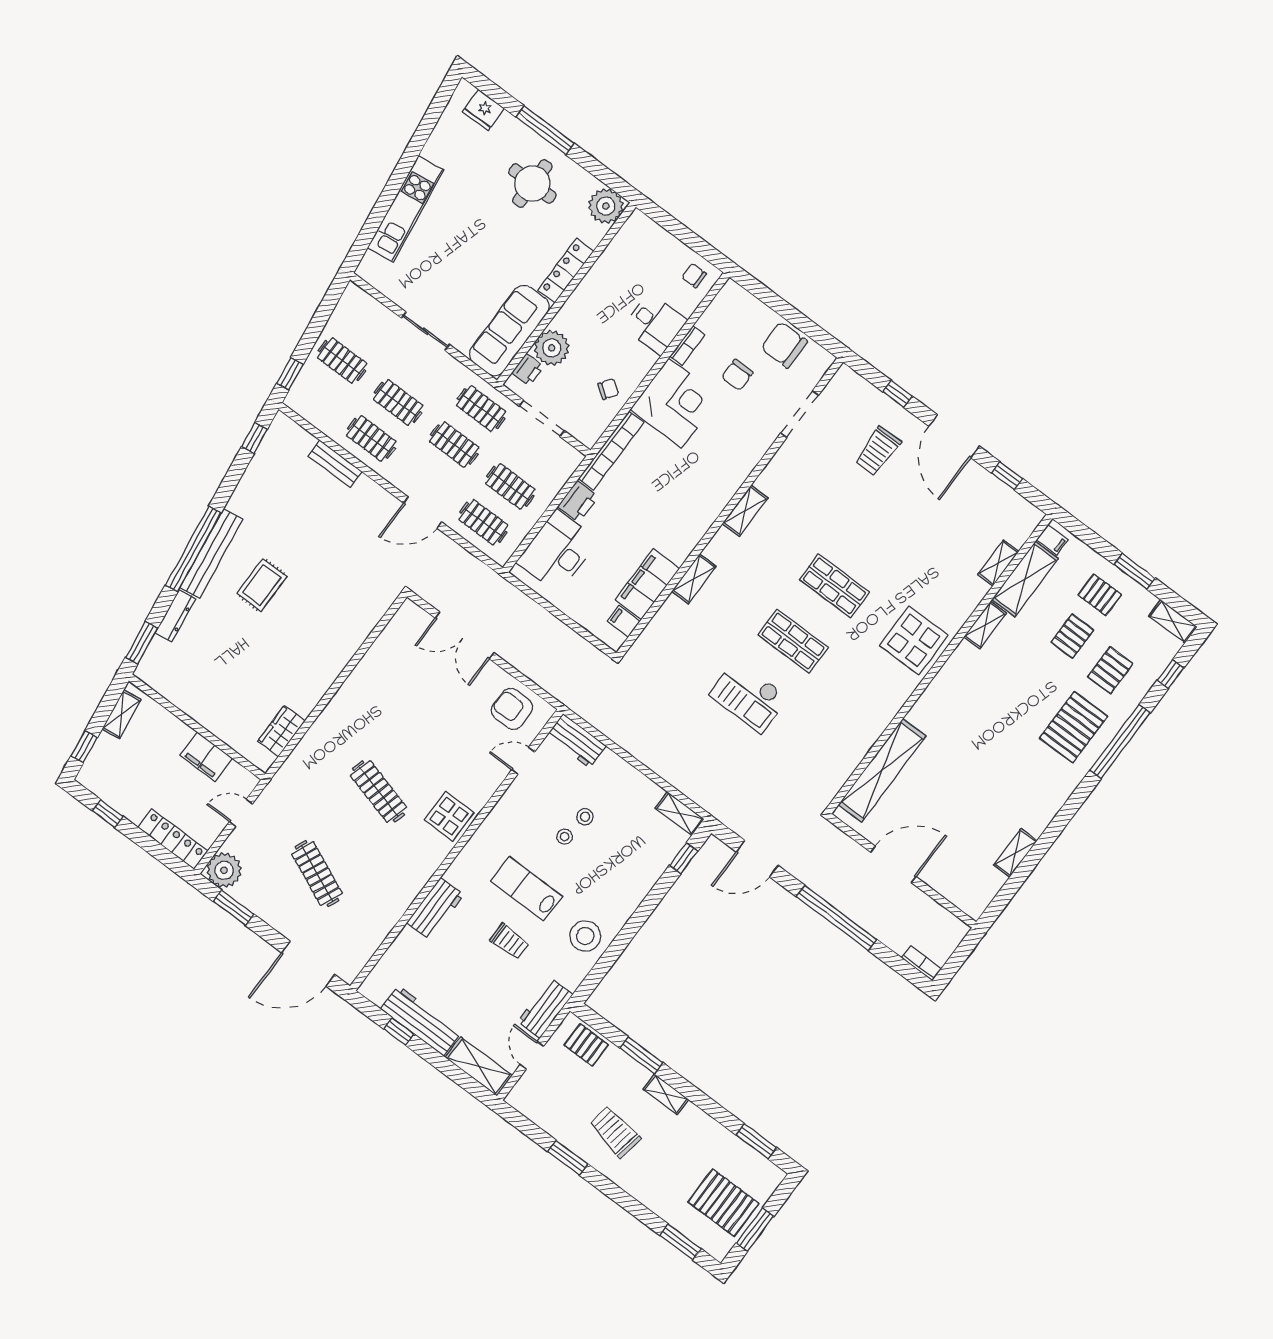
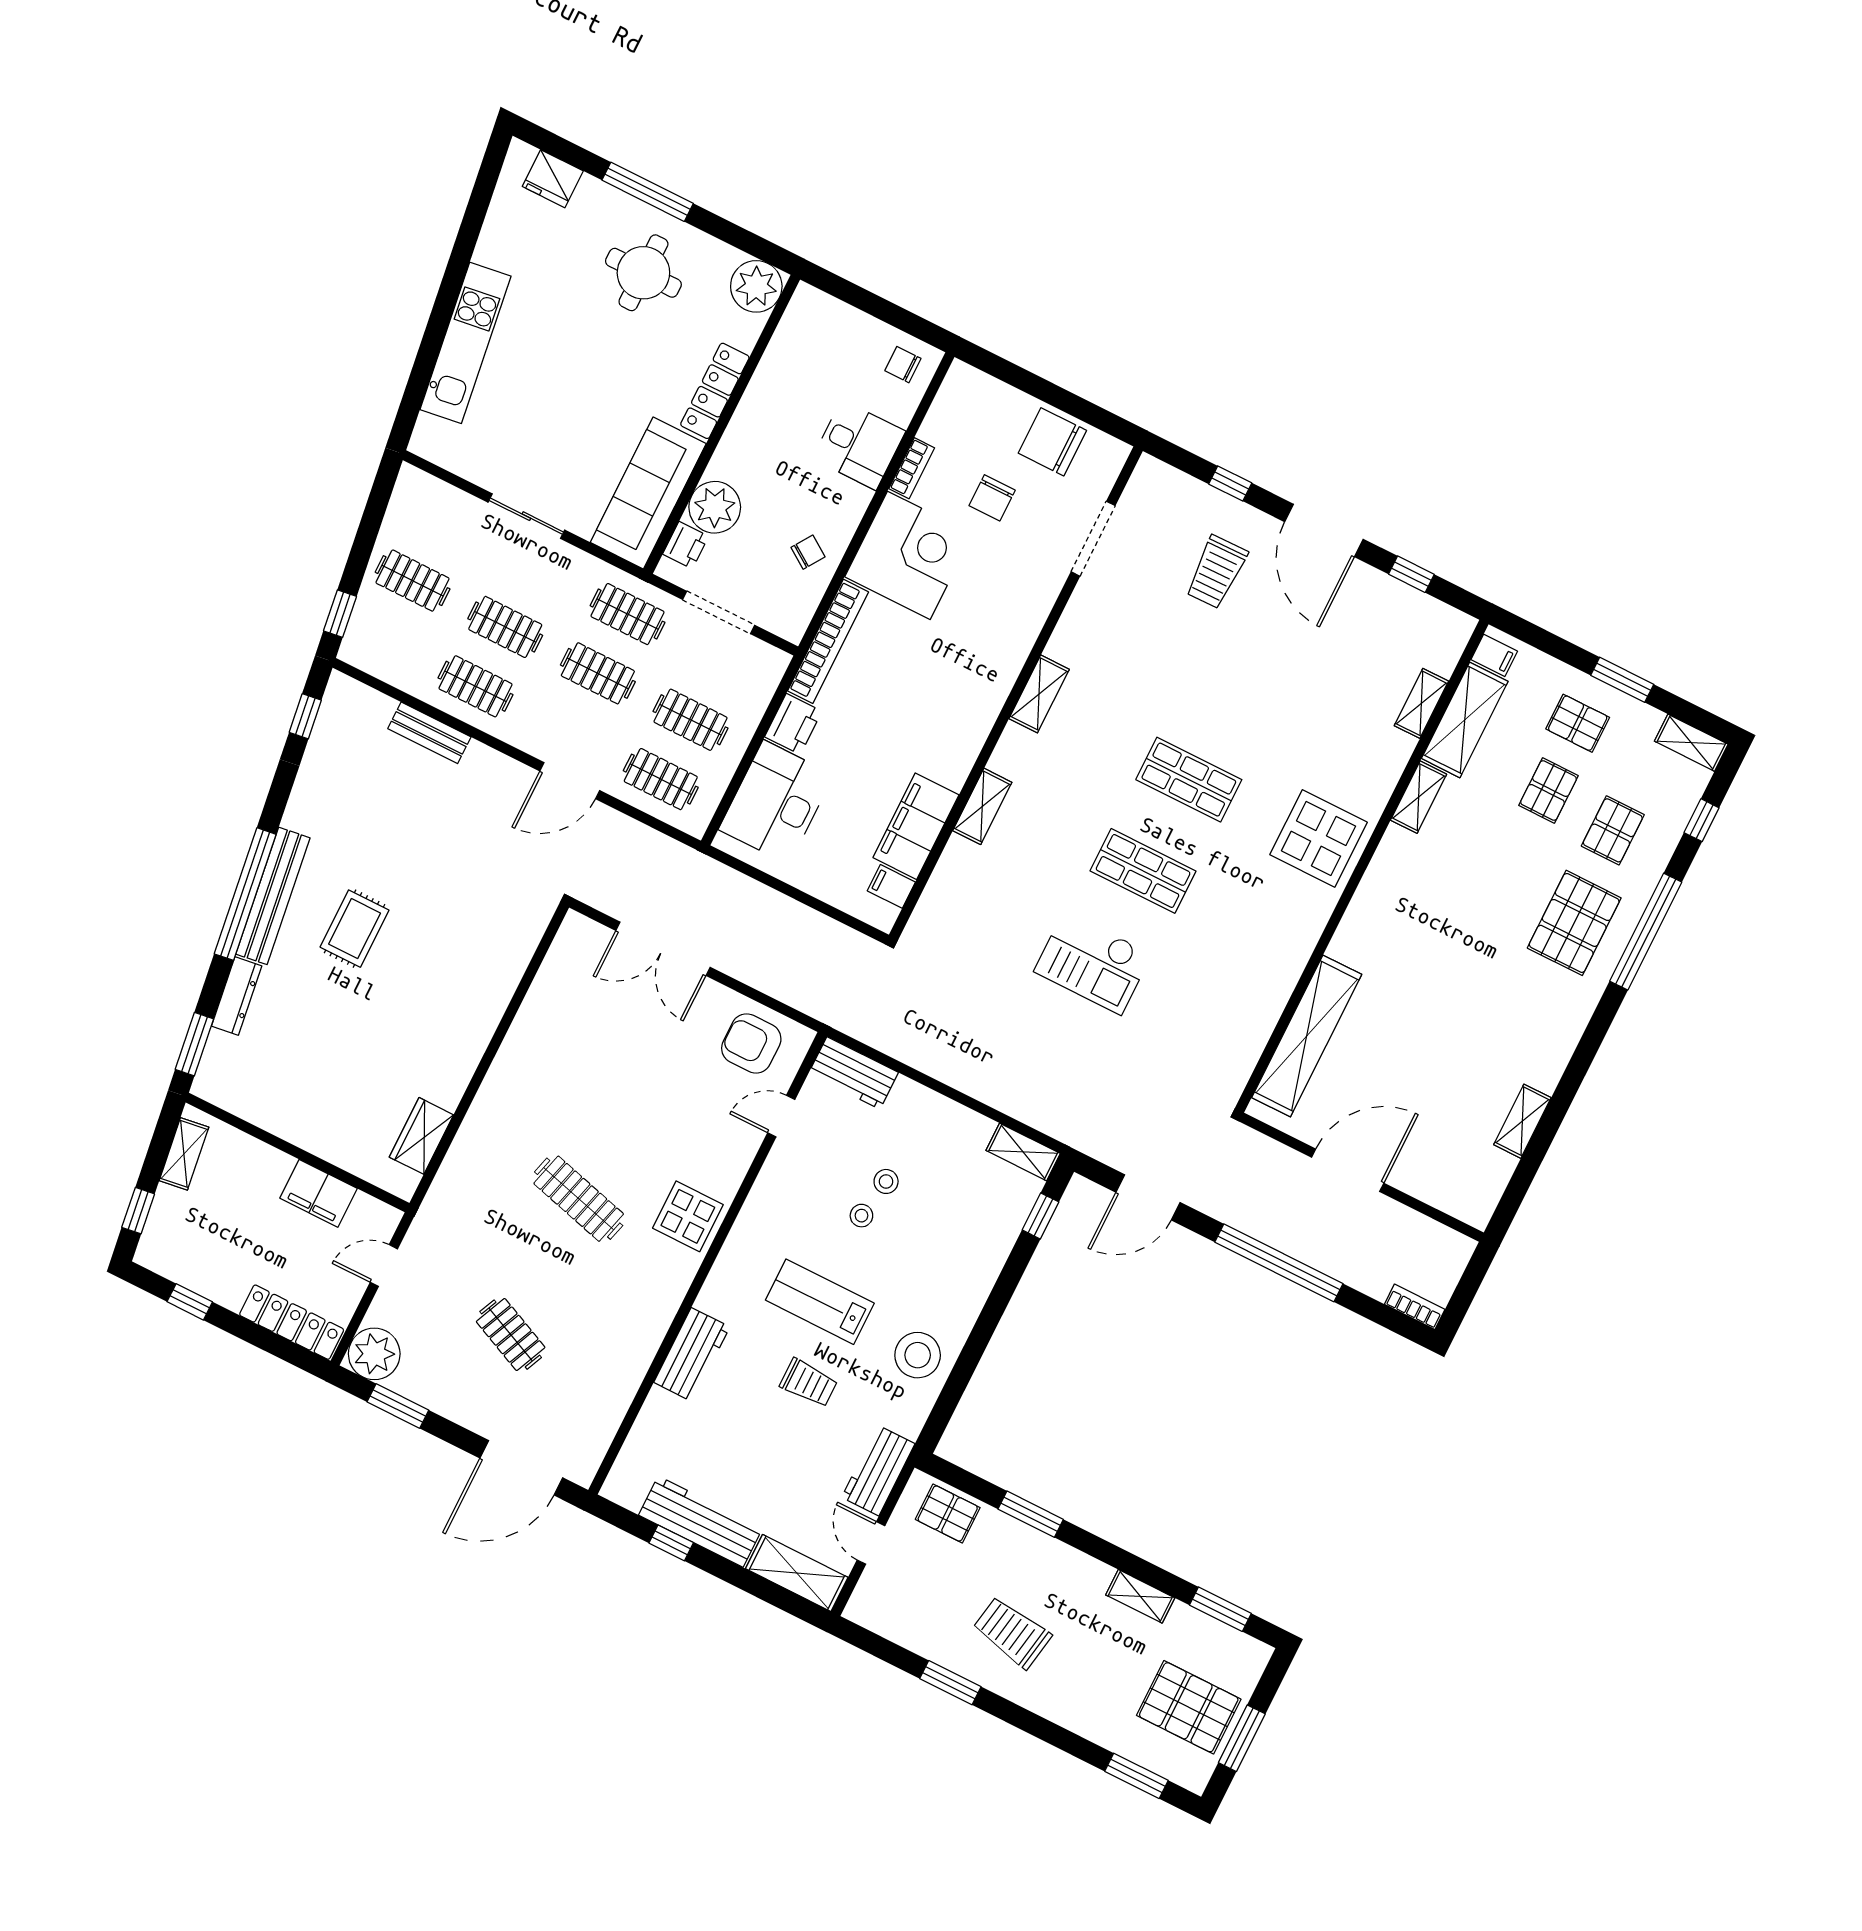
clothes rail: (317, 874) -> (511, 1335), width x0.73
shelving: (666, 1094) -> (1140, 1596), moved

